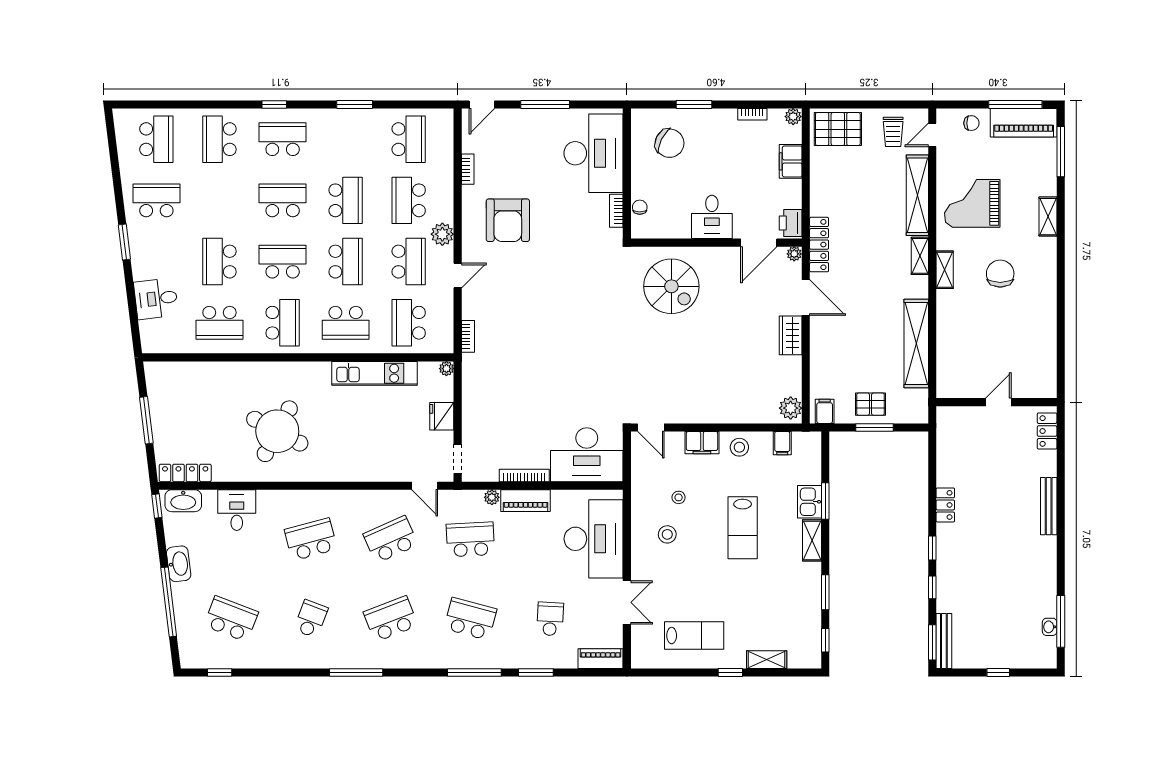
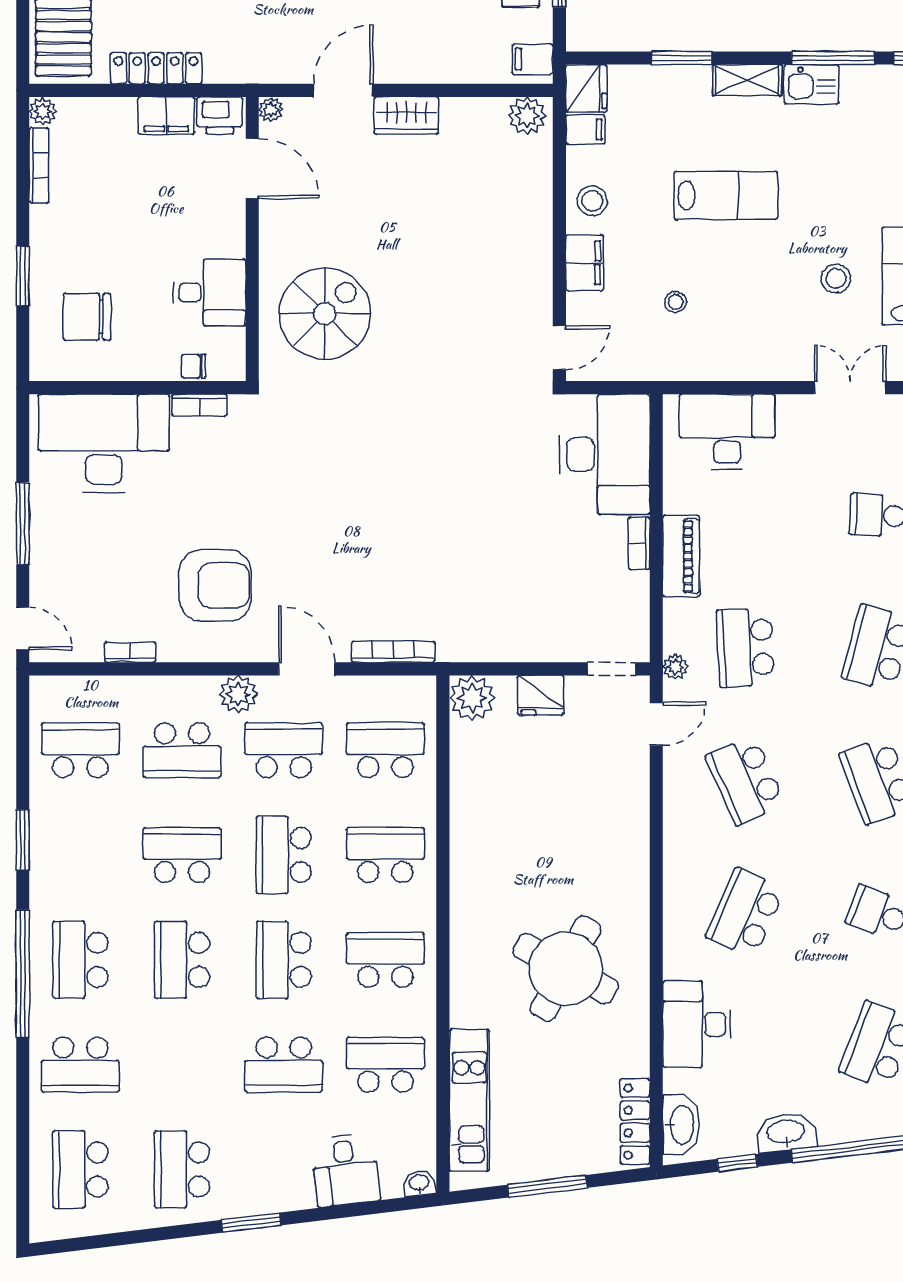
window: (274, 105) -> (23, 974), width x3.17
bookcase: (752, 114) -> (39, 165), width x1.56
school desk: (156, 139) -> (80, 1169), turned -90
chair: (670, 143) -> (87, 317), turned -117
filing cabinet: (791, 161) -> (166, 116), moved
desk: (712, 217) -> (210, 293), moved
locker: (819, 245) -> (156, 68), moved
school desk: (346, 262) -> (284, 855), turned -90
door: (458, 275) -> (307, 669), width x1.38
school desk: (219, 323) -> (385, 1065), turned -90
school desk: (346, 323) -> (385, 855), turned -90
school desk: (409, 323) -> (385, 750), turned 180
bookcase: (468, 336) -> (393, 652), width x1.56
washbasin: (148, 343) -> (419, 1183), added
plant: (446, 369) -> (472, 698), width x1.88, depth x1.88
kitchen unit: (374, 373) -> (469, 1100), moved
fridge: (807, 444) -> (586, 88), added
bookcase: (524, 476) -> (639, 543), width x0.64
plant: (492, 497) -> (675, 667), moved
kitchen sink: (809, 502) -> (812, 84), moved
window: (157, 506) -> (737, 1163), moved
desk: (237, 510) -> (697, 1024), width x1.37
stool: (667, 534) -> (836, 279), moved
school desk: (311, 539) -> (745, 913), turned 39
desk: (594, 539) -> (727, 432), width x0.73, depth x0.77
window: (825, 592) -> (833, 58), width x1.44

